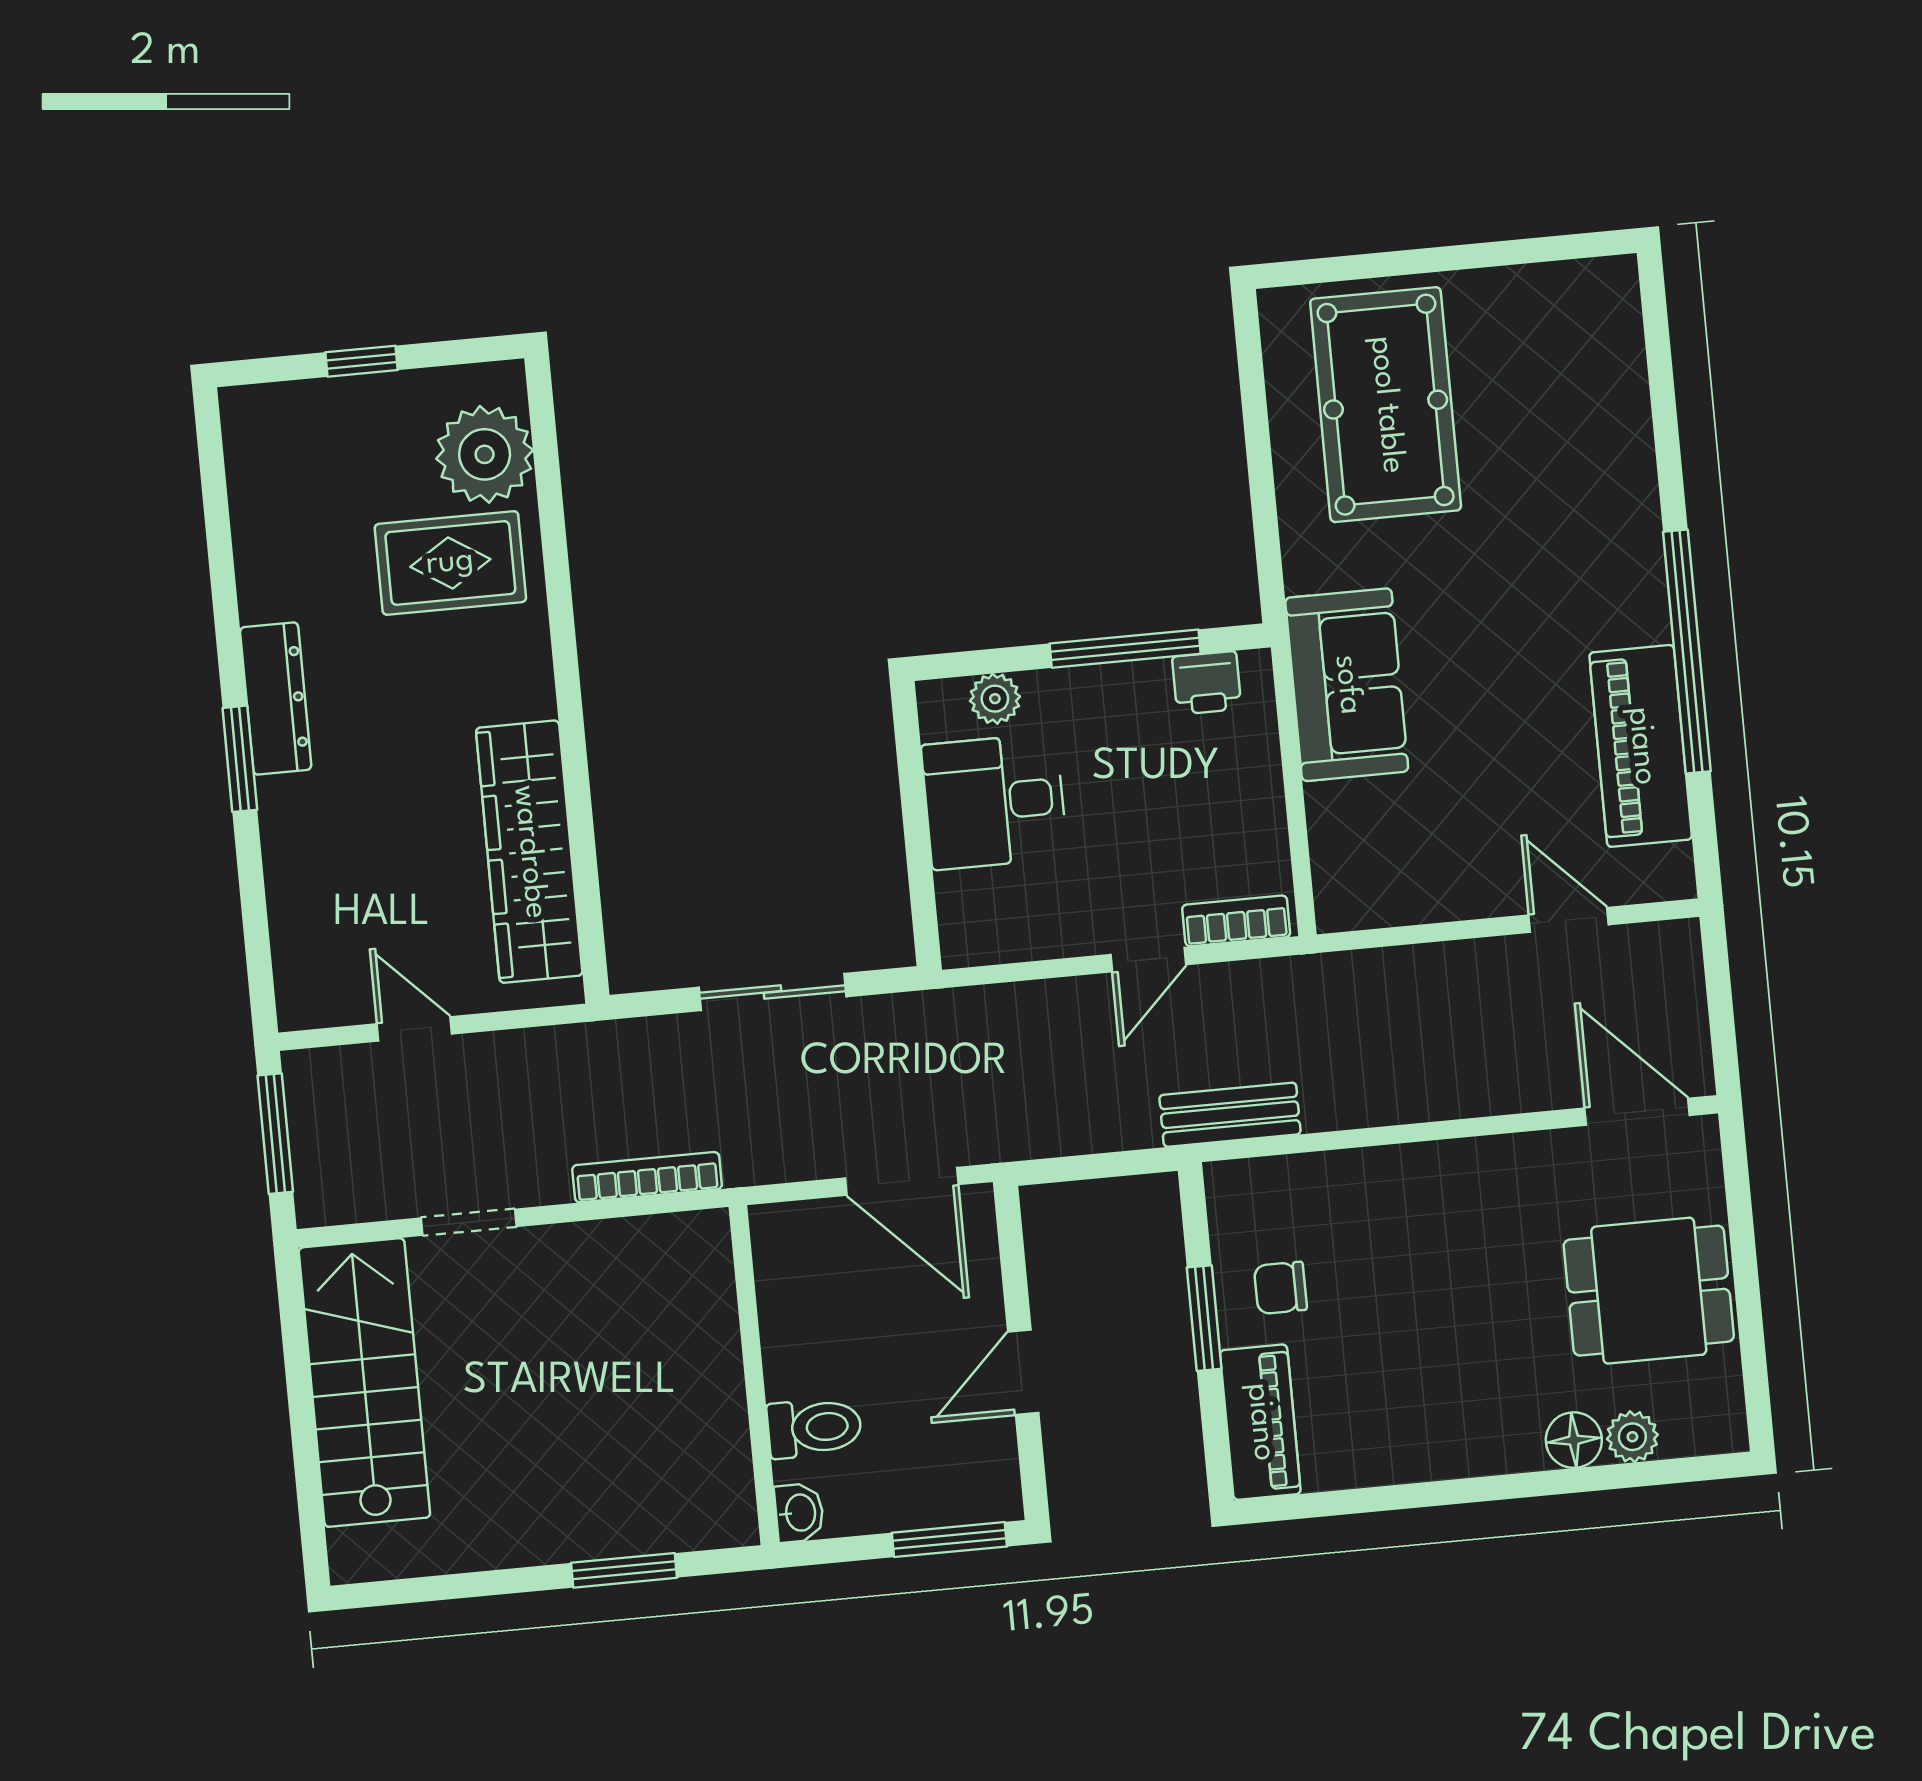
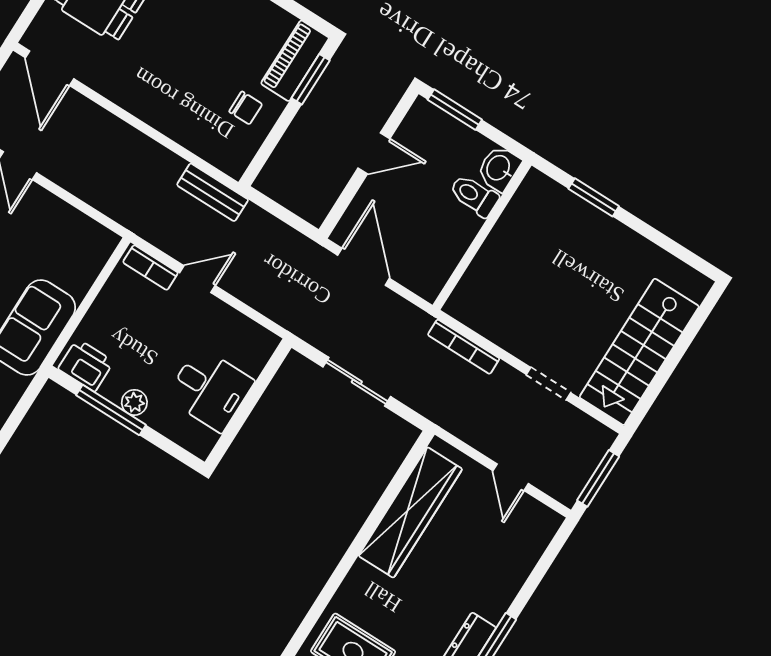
printer: (1207, 683) -> (86, 365), width x1.36, depth x1.24
plant: (995, 699) -> (134, 402), moved
window: (1204, 1318) -> (311, 79), moved
washbasin: (799, 1513) -> (499, 168), width x1.38, depth x1.45

